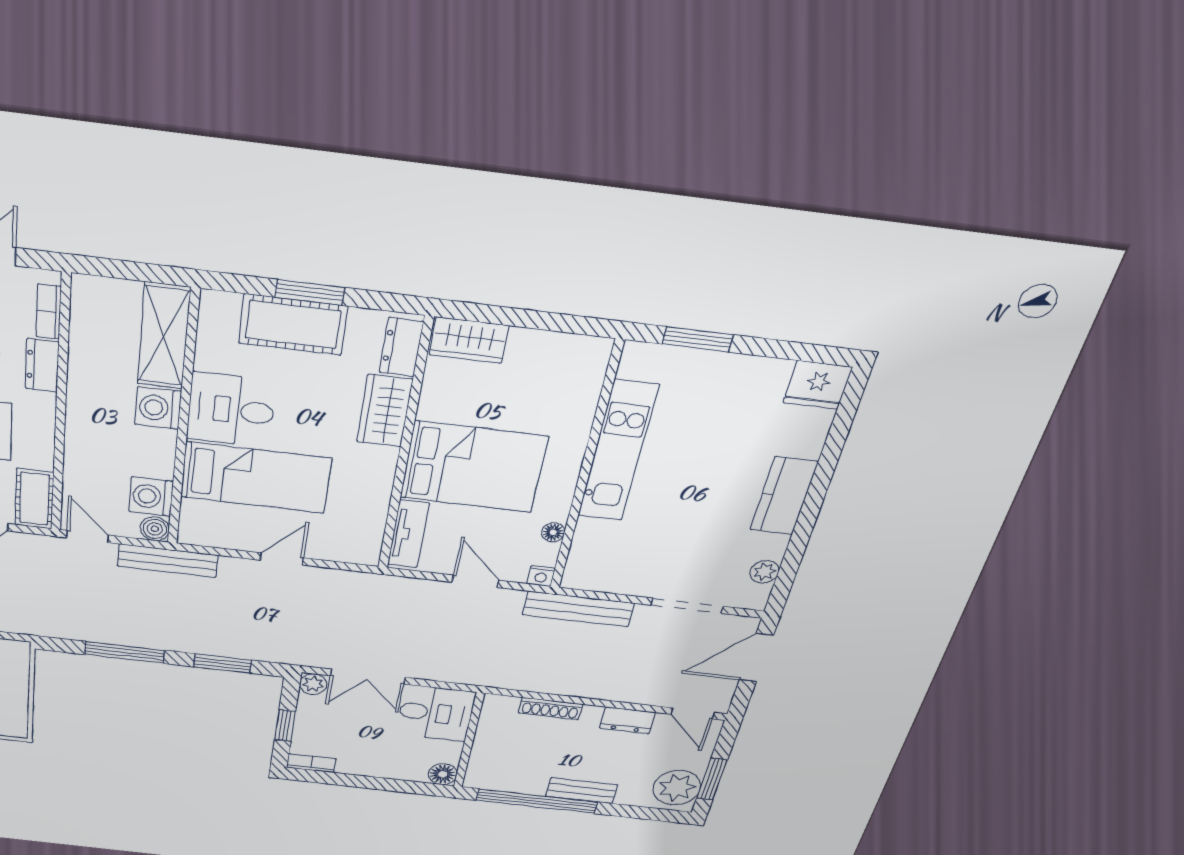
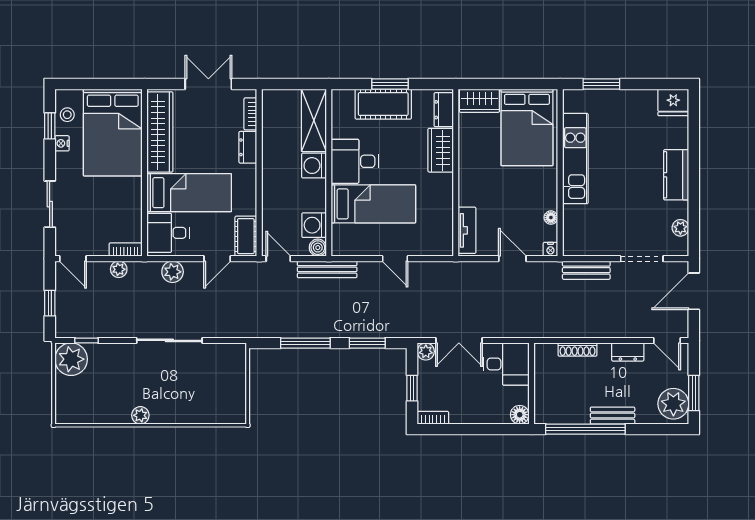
bed: (473, 467) -> (527, 127), moved, turned 90
door: (282, 559) -> (395, 259), swing flipped
bench: (578, 609) -> (586, 270), width x0.73

